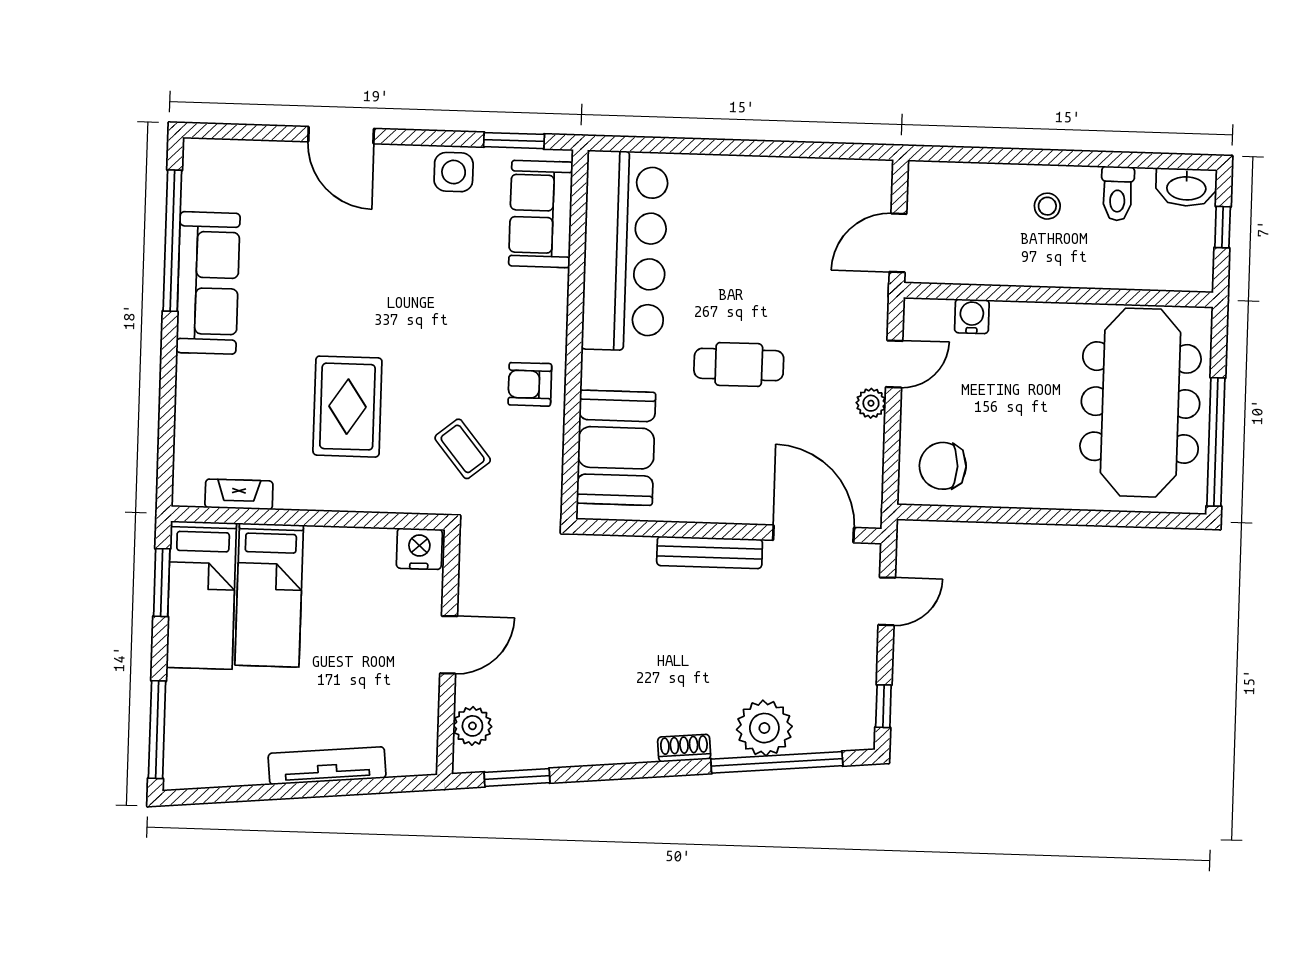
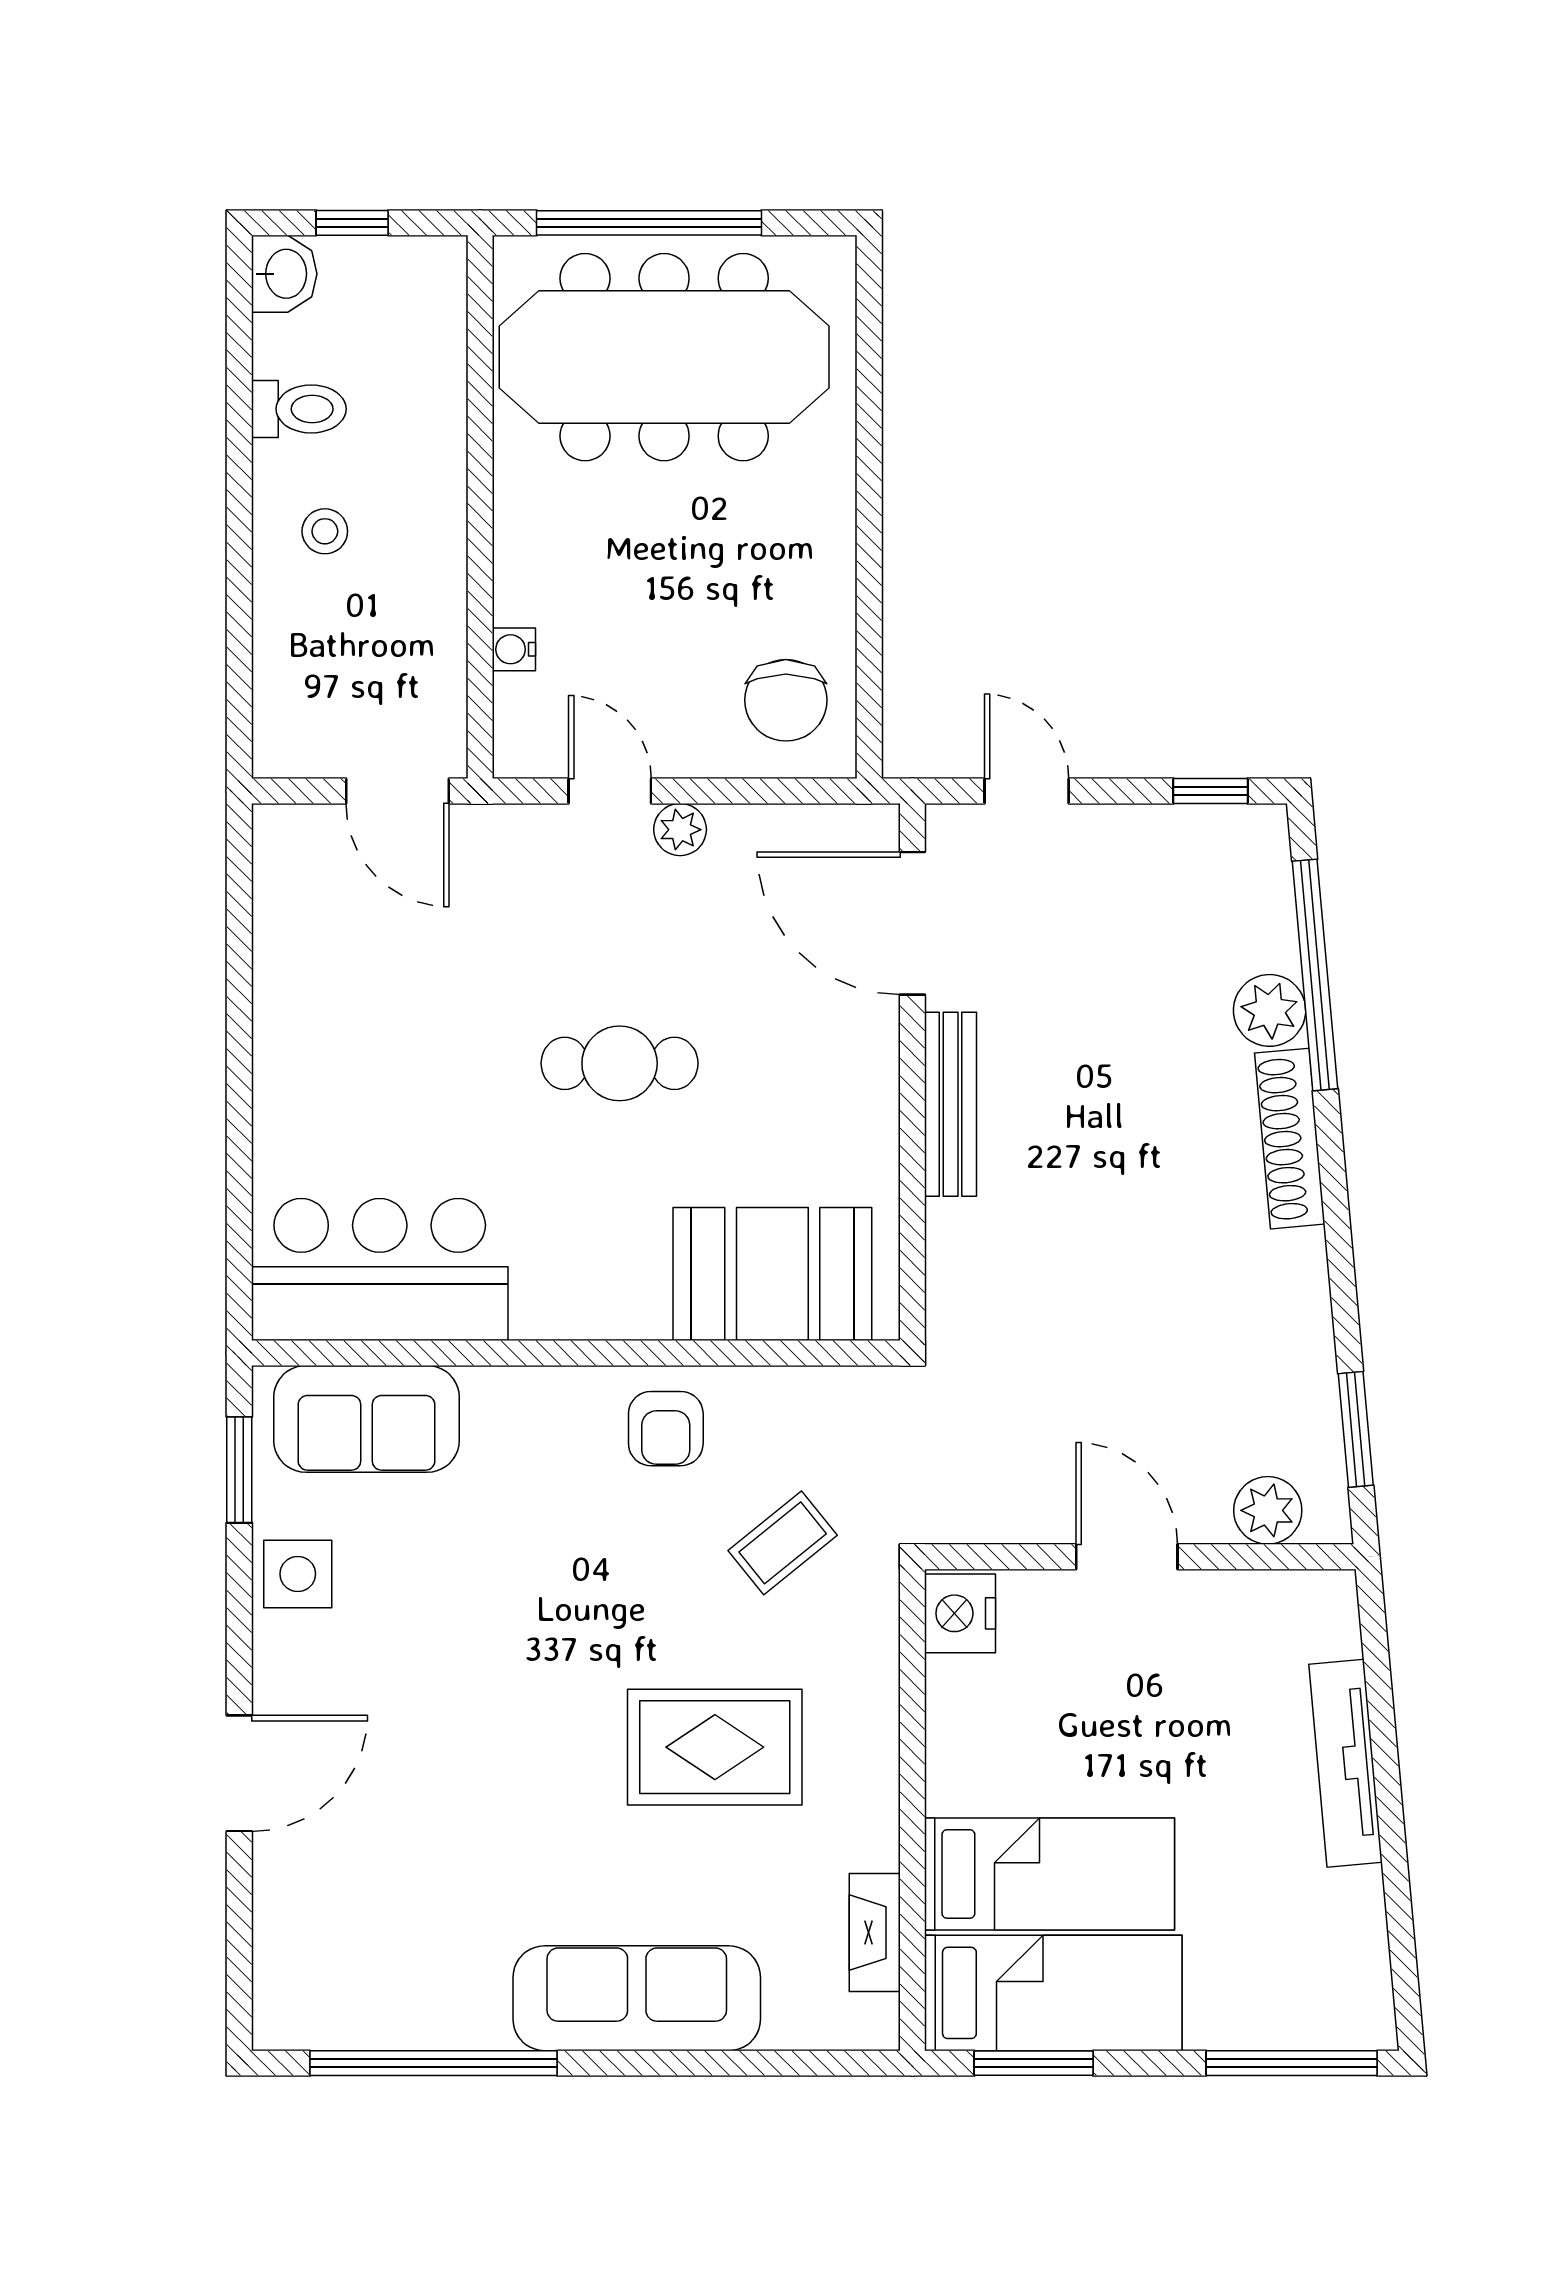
washbasin: (1186, 187) -> (284, 274), width x0.72
bar counter: (625, 251) -> (380, 1269), width x0.73
sofa: (208, 283) -> (637, 1998), moved
water cooler: (972, 316) -> (514, 649), width x0.72, depth x0.72
cafe table: (739, 365) -> (620, 1063), turned 90
window: (1216, 442) -> (649, 223), moved
door: (813, 534) -> (912, 923), hinge flipped
plant: (764, 728) -> (1270, 1010), width x0.73, depth x0.73
shoe rack: (684, 748) -> (1290, 1139), width x1.94, depth x1.24

